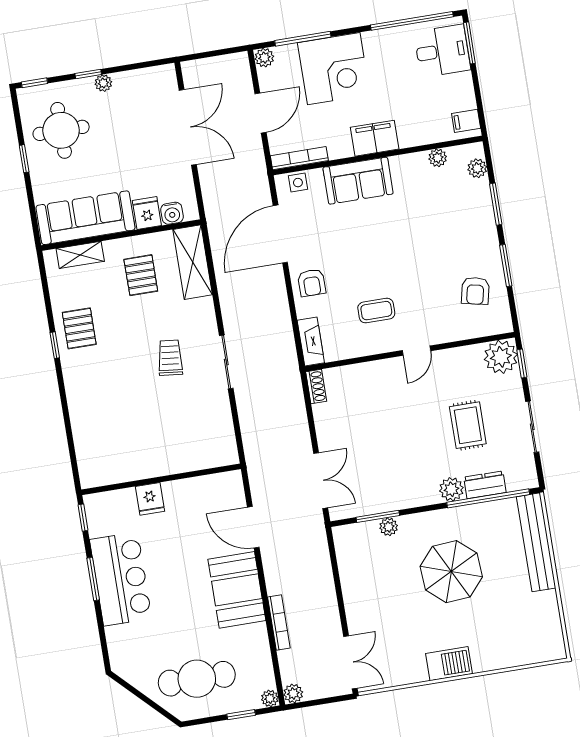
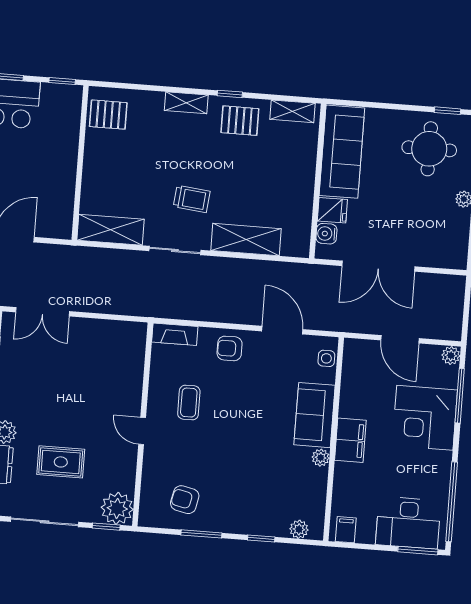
desk: (442, 51) -> (408, 523), width x1.37
double door: (188, 127) -> (378, 266), moved
bookcase: (299, 158) -> (349, 365), removed
plant: (438, 158) -> (321, 458), moved
window: (24, 159) -> (448, 111), moved
window: (496, 204) -> (261, 539), width x0.67
door: (280, 234) -> (282, 330), width x0.73
shelving: (80, 255) -> (293, 111), moved, turned 90
shelving: (193, 262) -> (246, 240), moved
pallet: (141, 275) -> (108, 115), moved
shoe rack: (316, 386) -> (132, 329), removed
shelving: (74, 387) -> (186, 103), added
sliding door: (532, 427) -> (45, 522), width x1.37
shelving: (221, 432) -> (111, 230), added
fridge: (150, 499) -> (64, 148), removed

